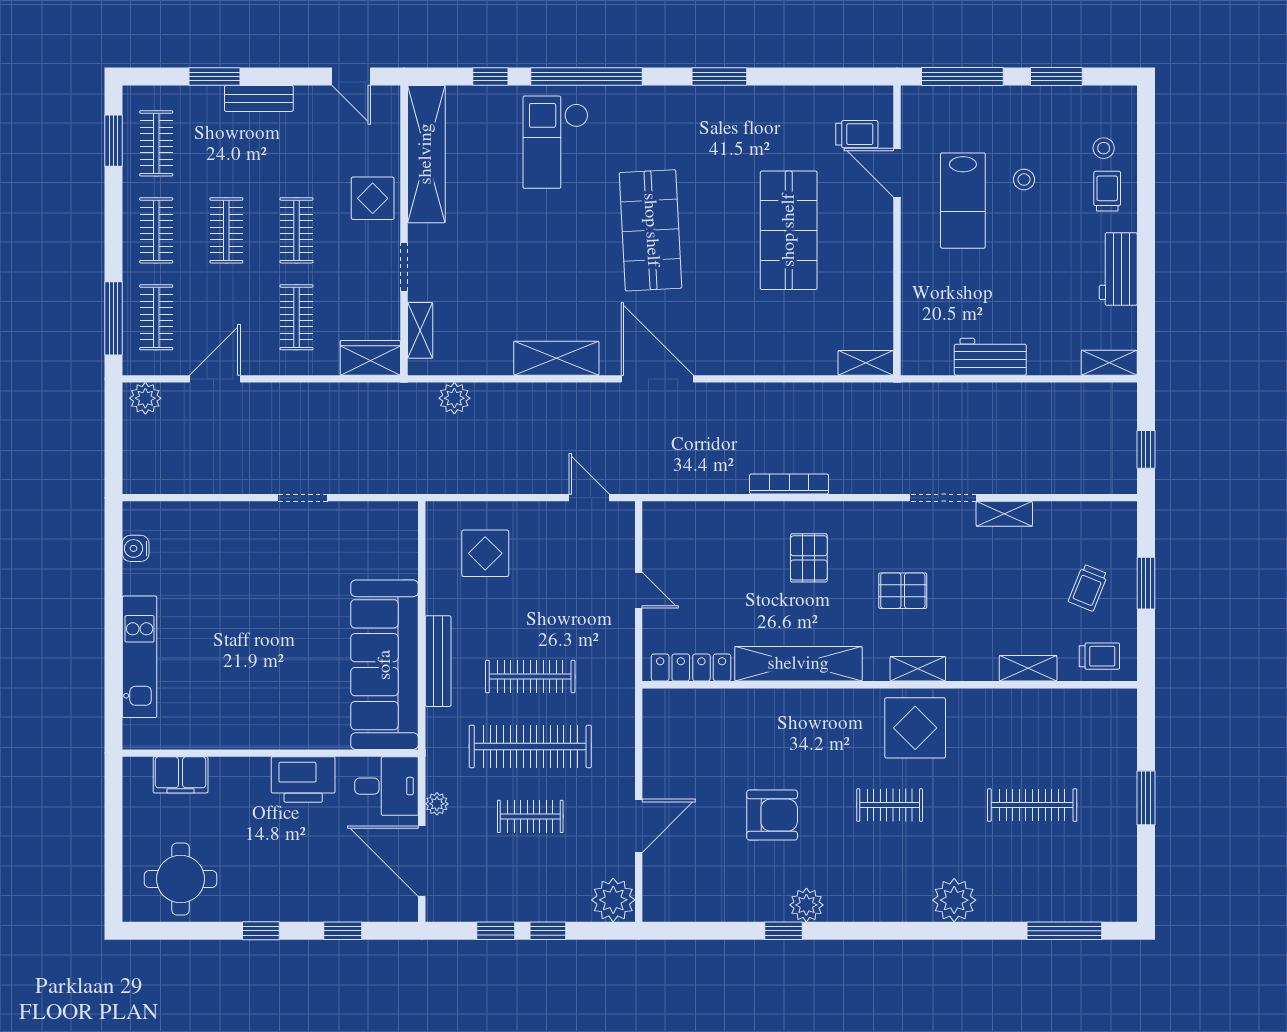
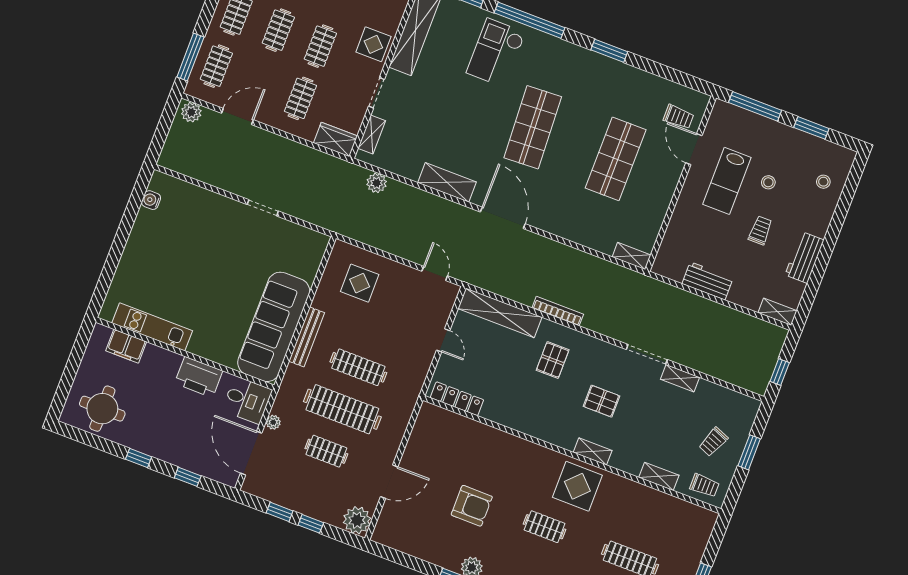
trolley: (1107, 191) -> (760, 230), moved
kitchen unit: (140, 657) -> (152, 327), moved, turned -90
shelving: (798, 664) -> (500, 313), moved

